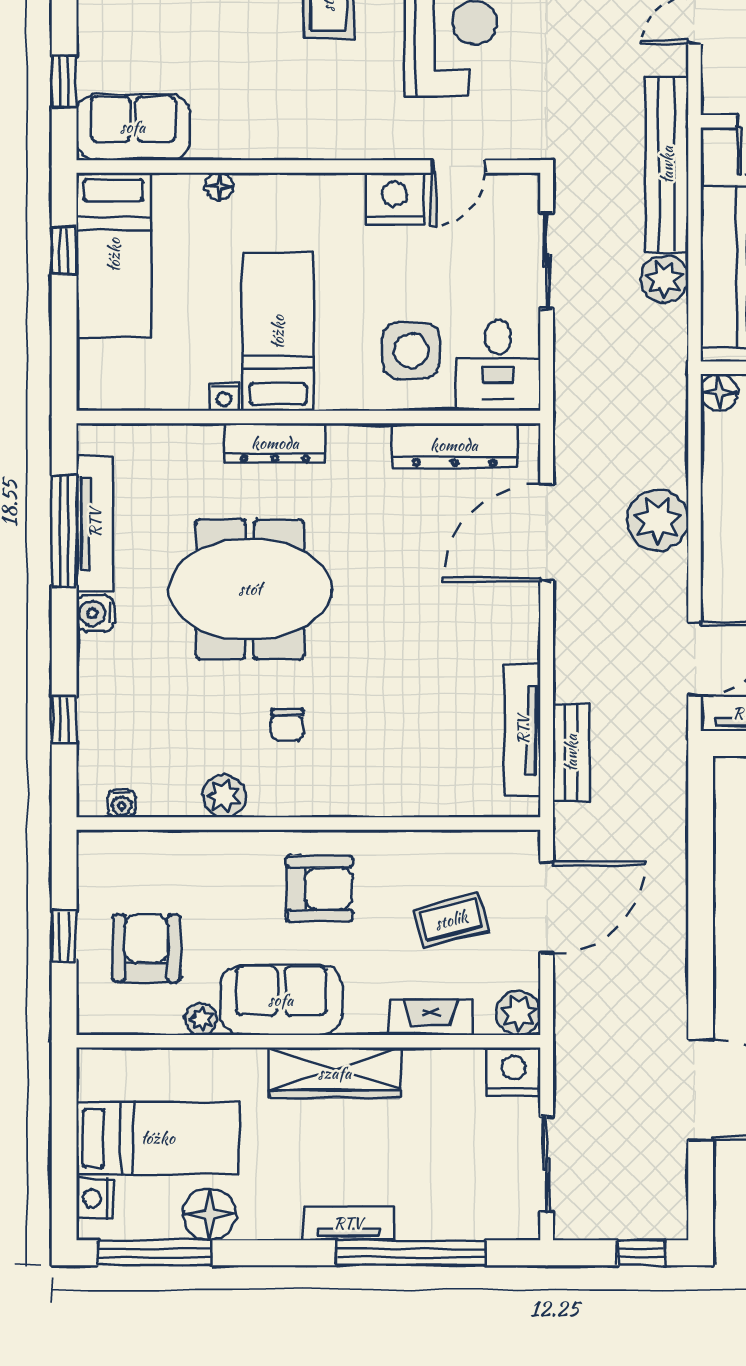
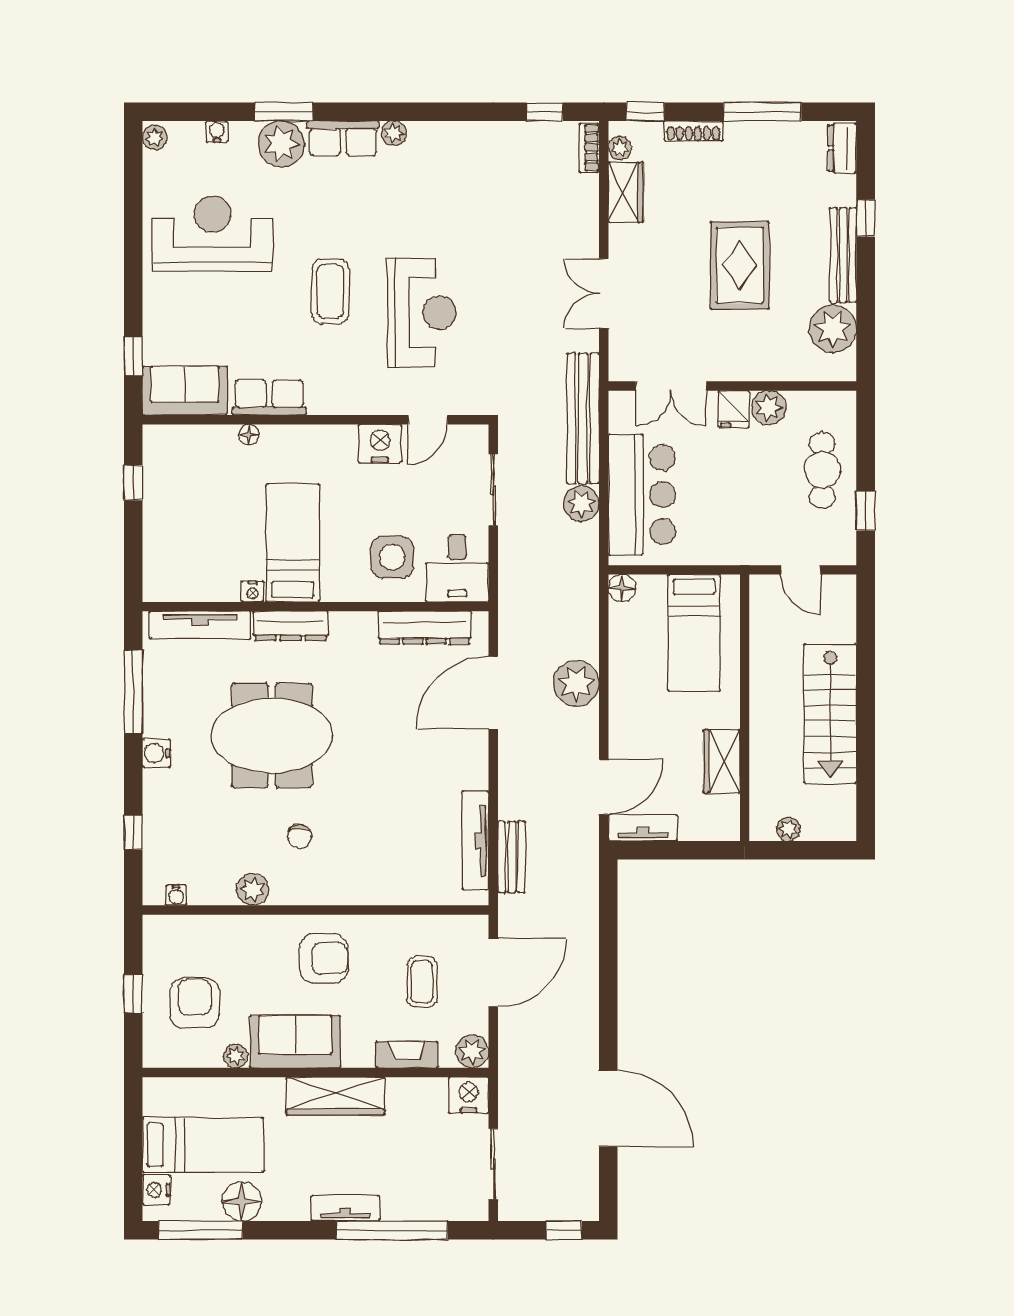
row of seats: (246, 137) -> (269, 397), added
bed: (114, 255) -> (170, 486), removed
tv unit: (95, 523) -> (200, 625), moved, turned 90
coffee table: (451, 920) -> (422, 982), turned -75

